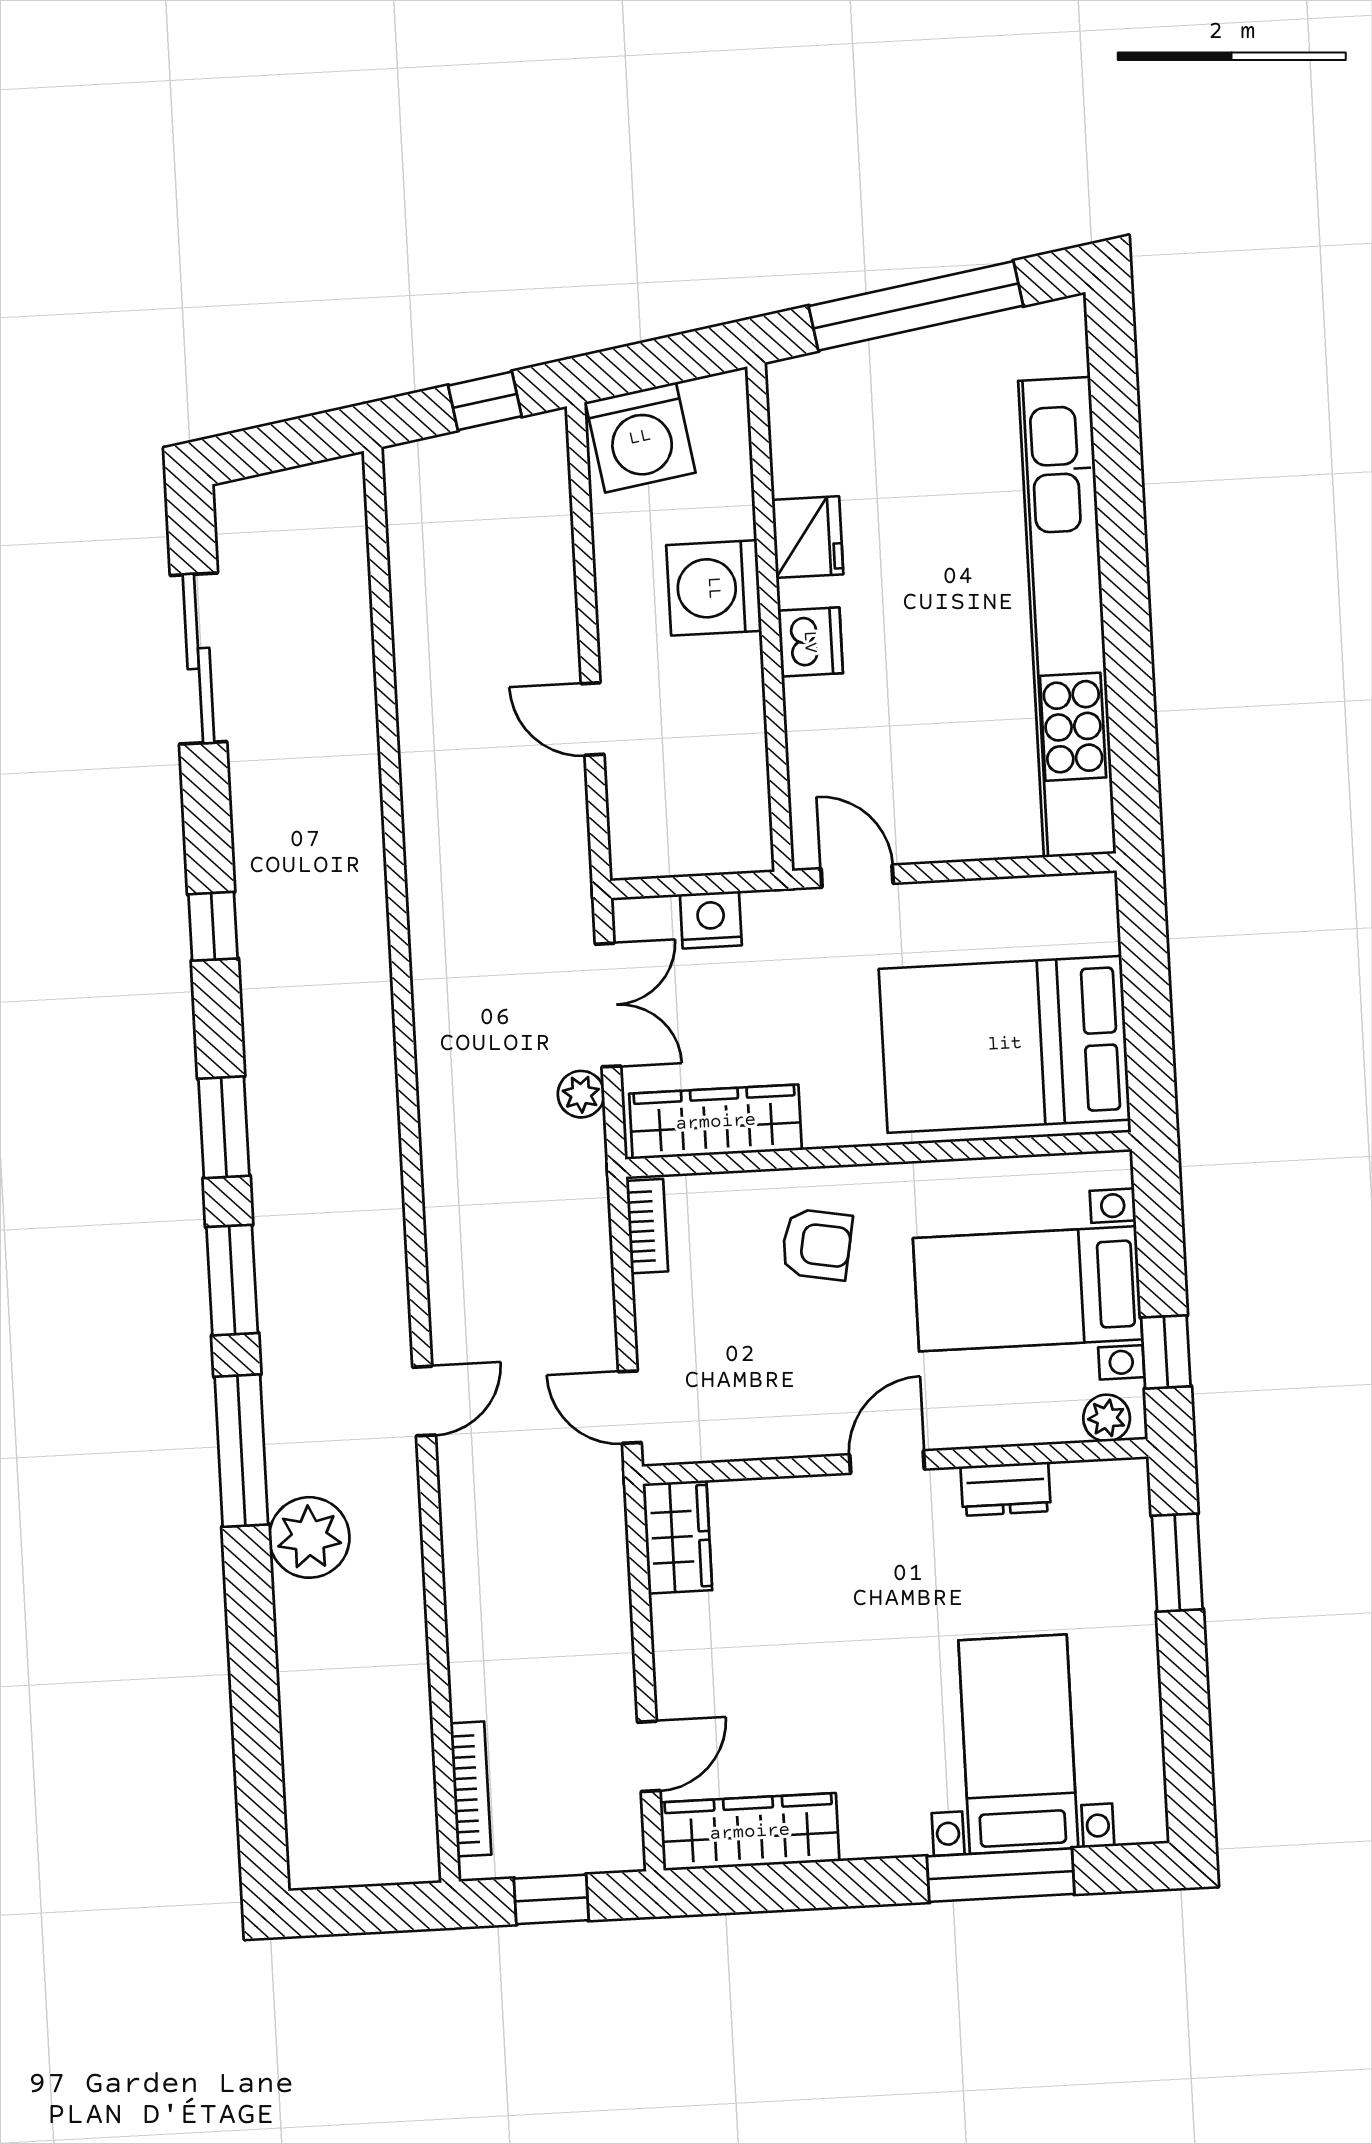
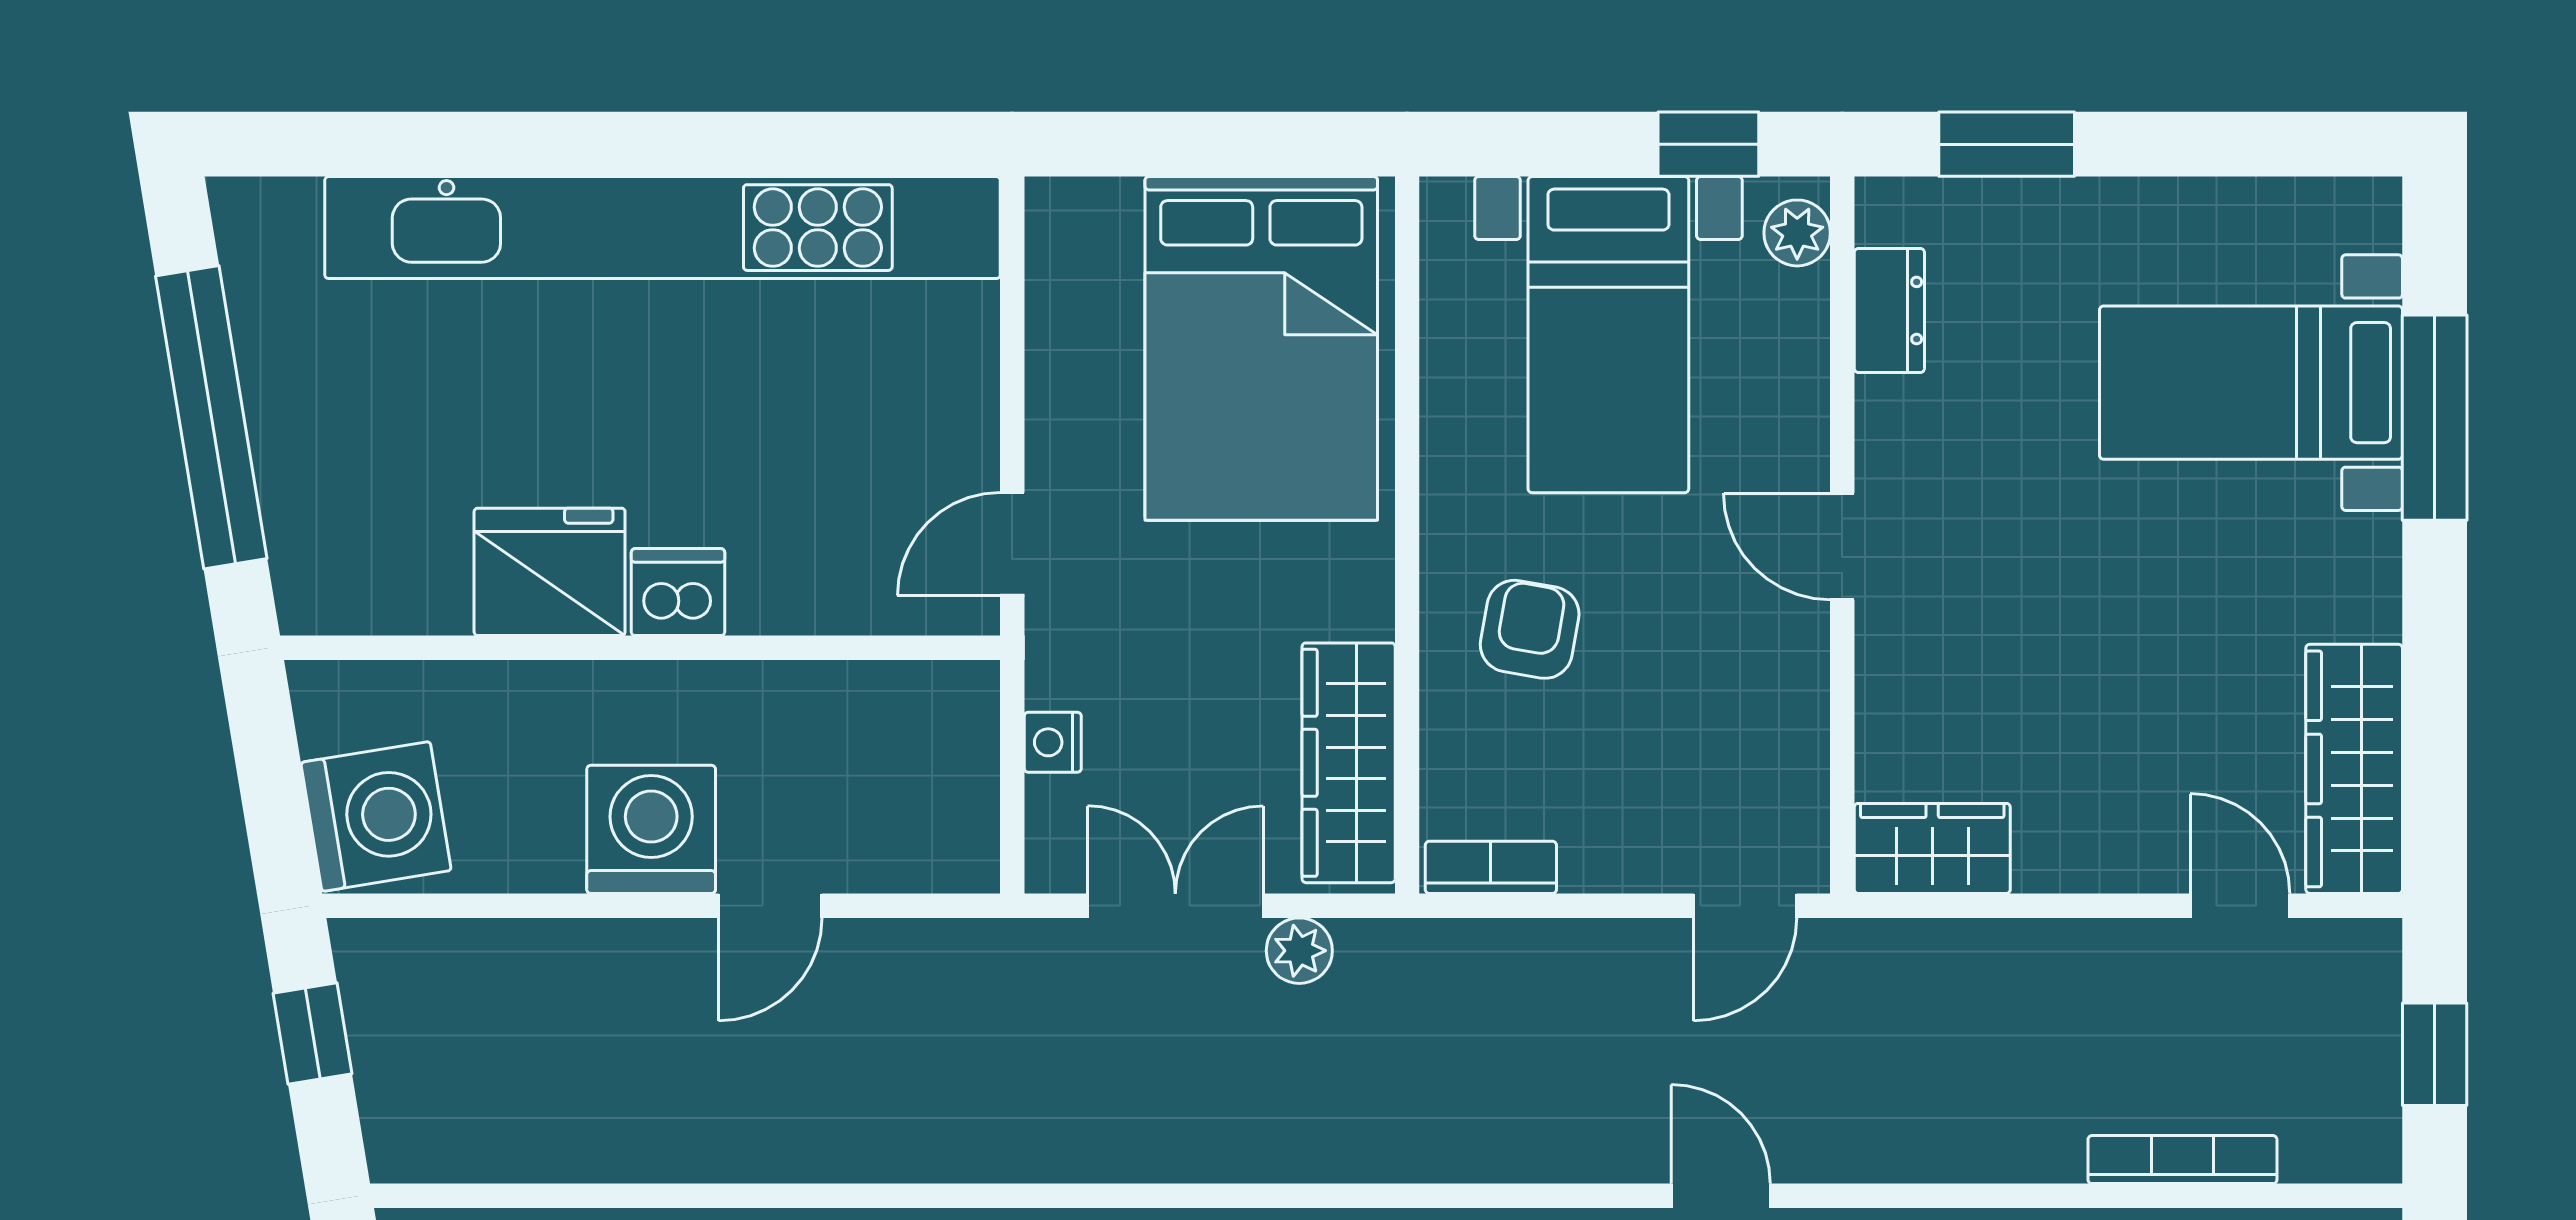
fridge: (808, 537) -> (550, 572), width x1.36, depth x1.34
washing machine: (714, 588) -> (651, 829), moved, turned 180
nightstand: (711, 920) -> (1053, 742), width x0.72, depth x0.74
dresser: (1006, 1489) -> (1889, 310), moved
bookcase: (471, 1789) -> (2182, 1160), moved

